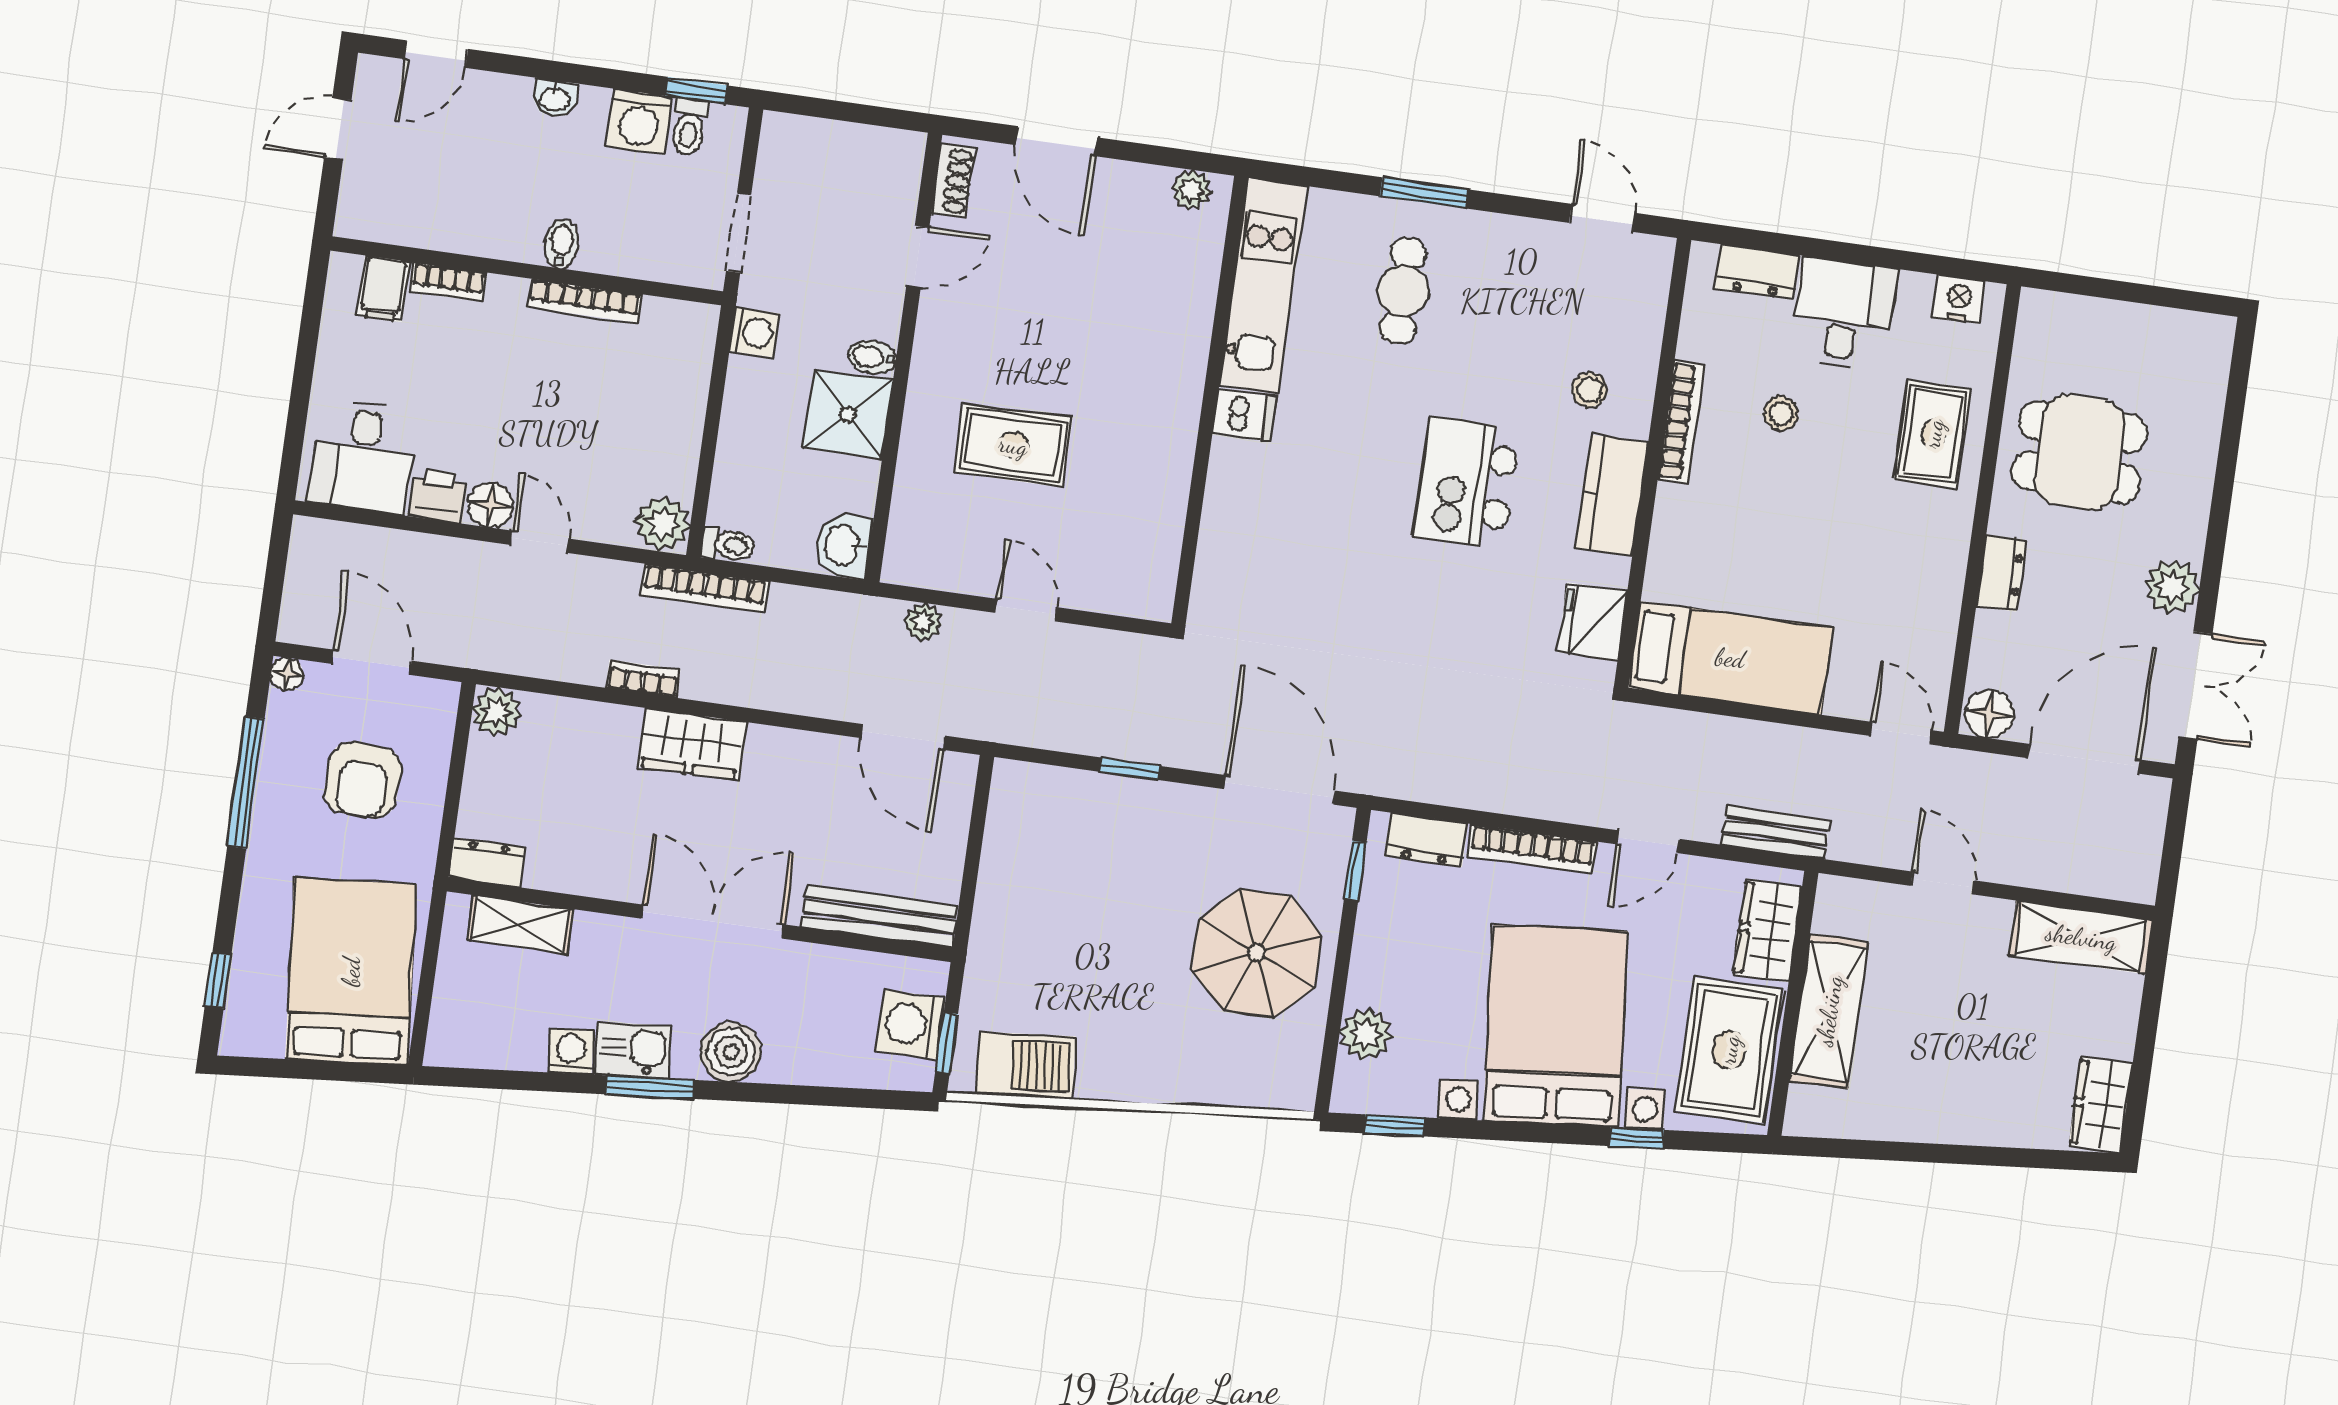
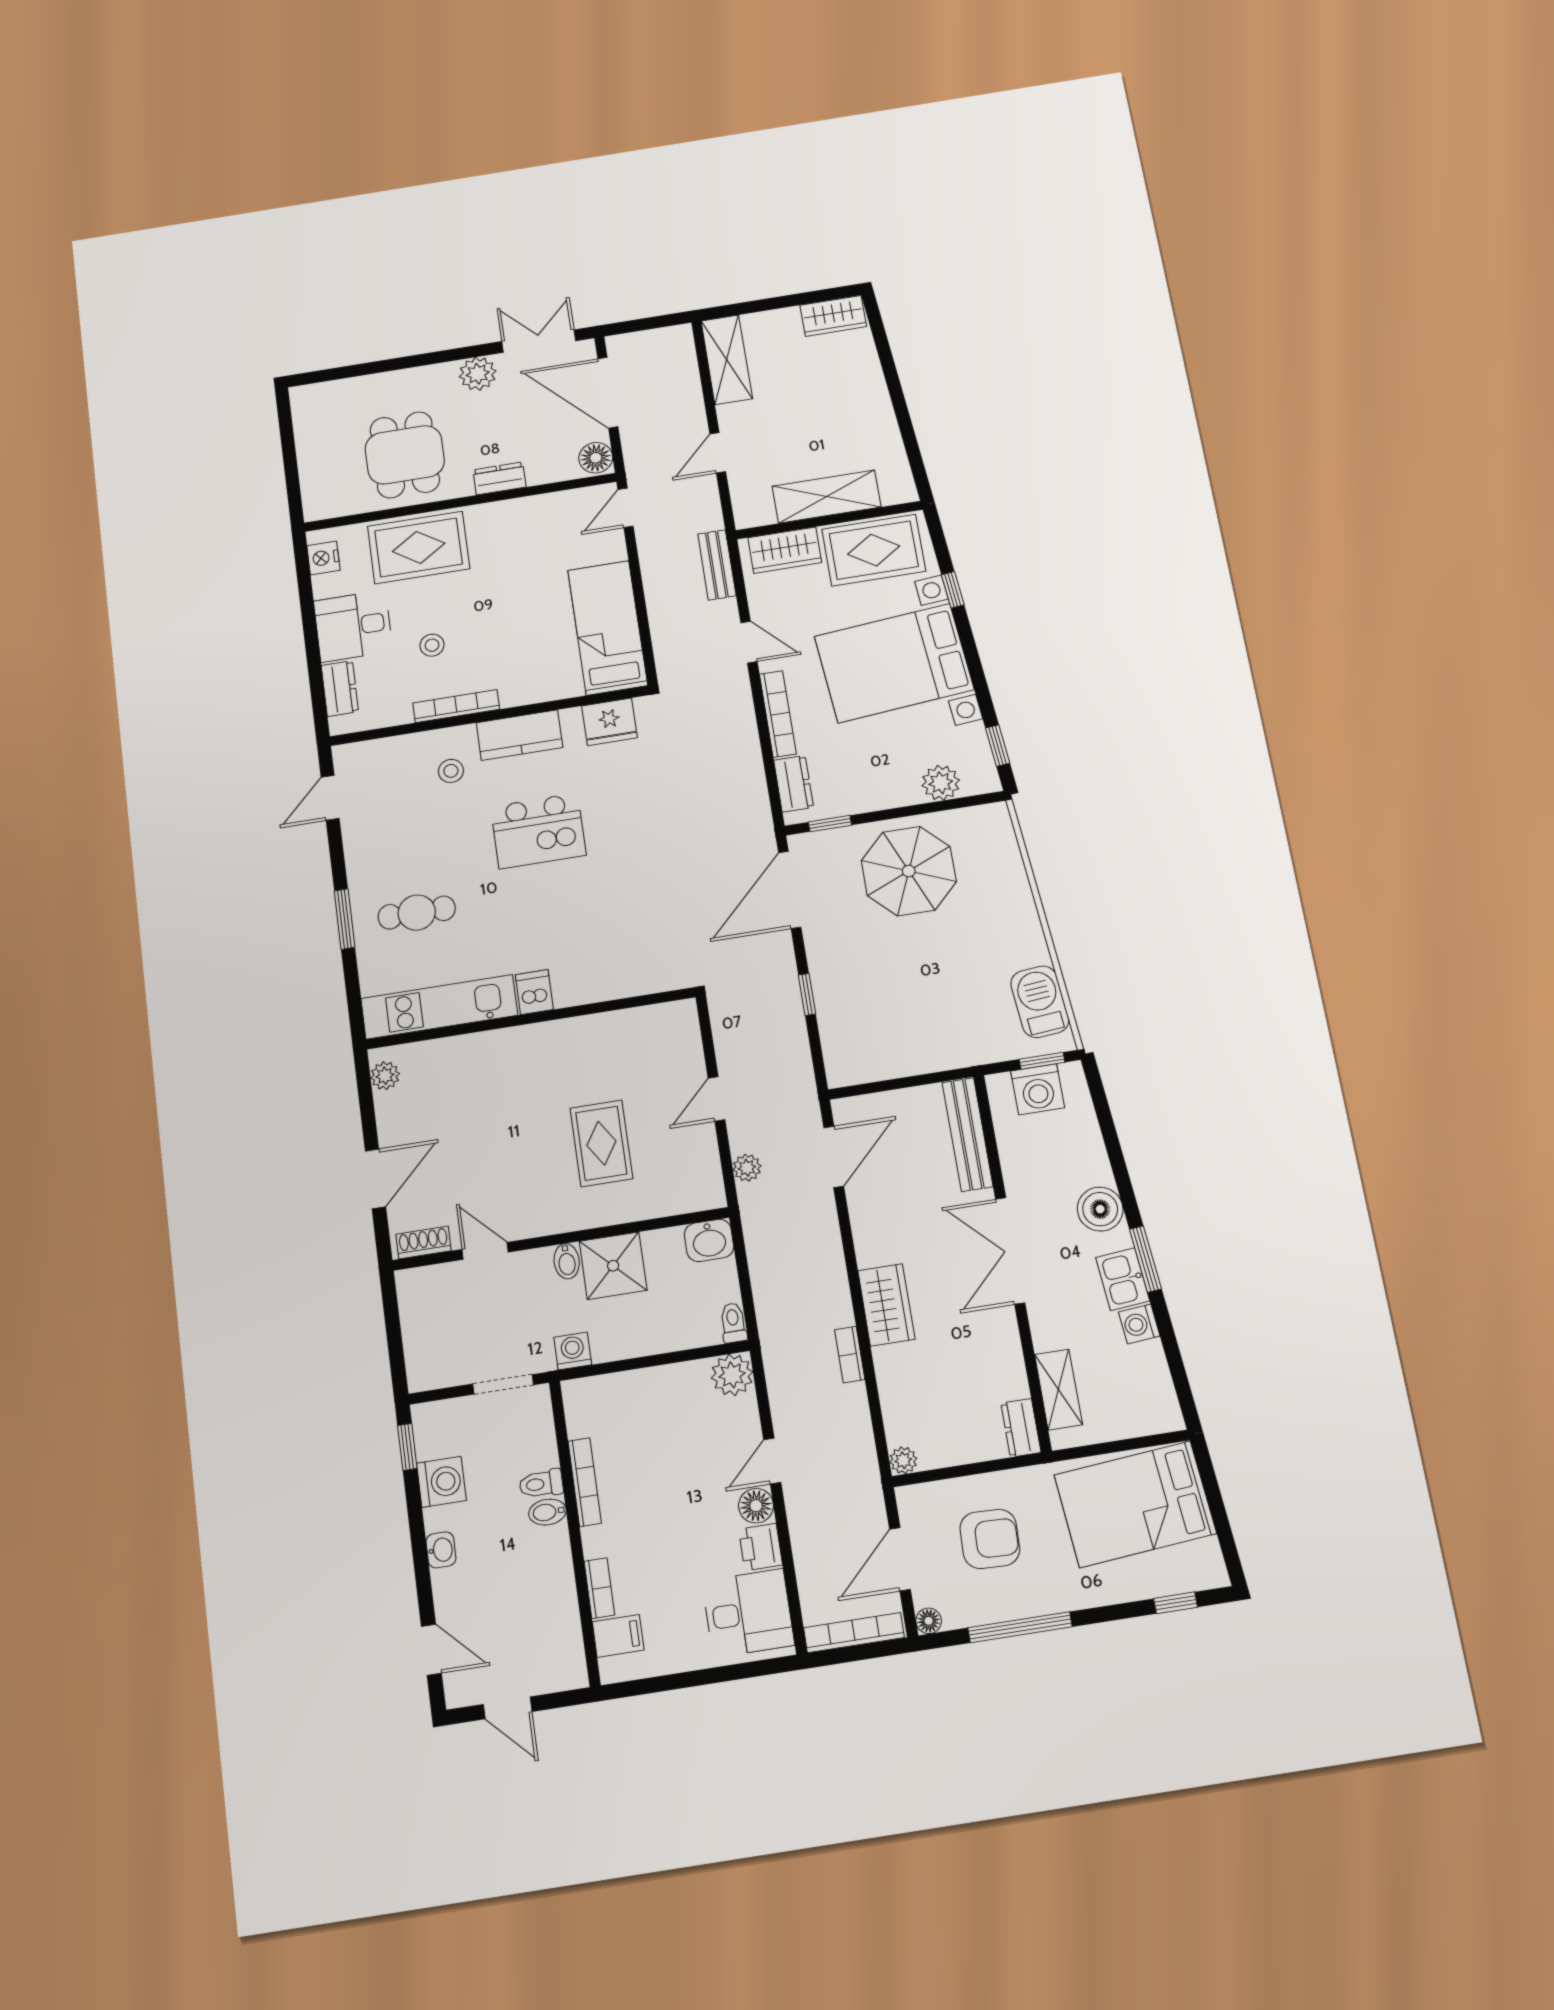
toilet: (689, 127) -> (541, 1484), moved, turned 180
rug: (1933, 434) -> (419, 547), width x1.36, depth x1.43
bookcase: (704, 588) -> (854, 1633), moved, turned -90
plant: (497, 712) -> (903, 1460), width x0.73, depth x0.73

